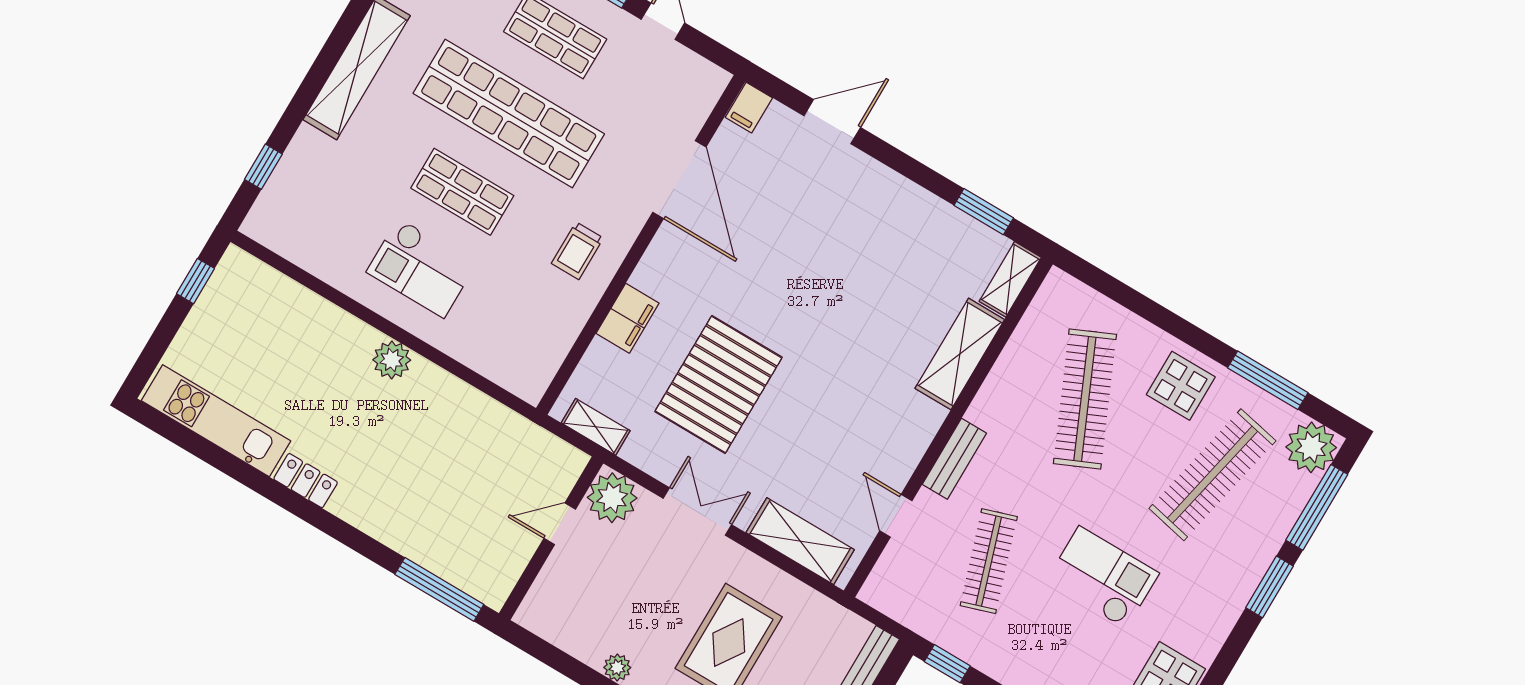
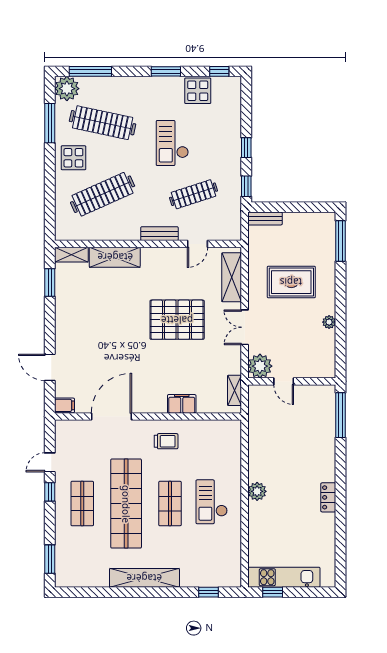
checkout: (421, 268) -> (212, 502), turned 180
pallet: (719, 384) -> (177, 320), moved
kitchen unit: (216, 421) -> (284, 577), moved, turned 90
window: (1270, 587) -> (166, 71), moved

